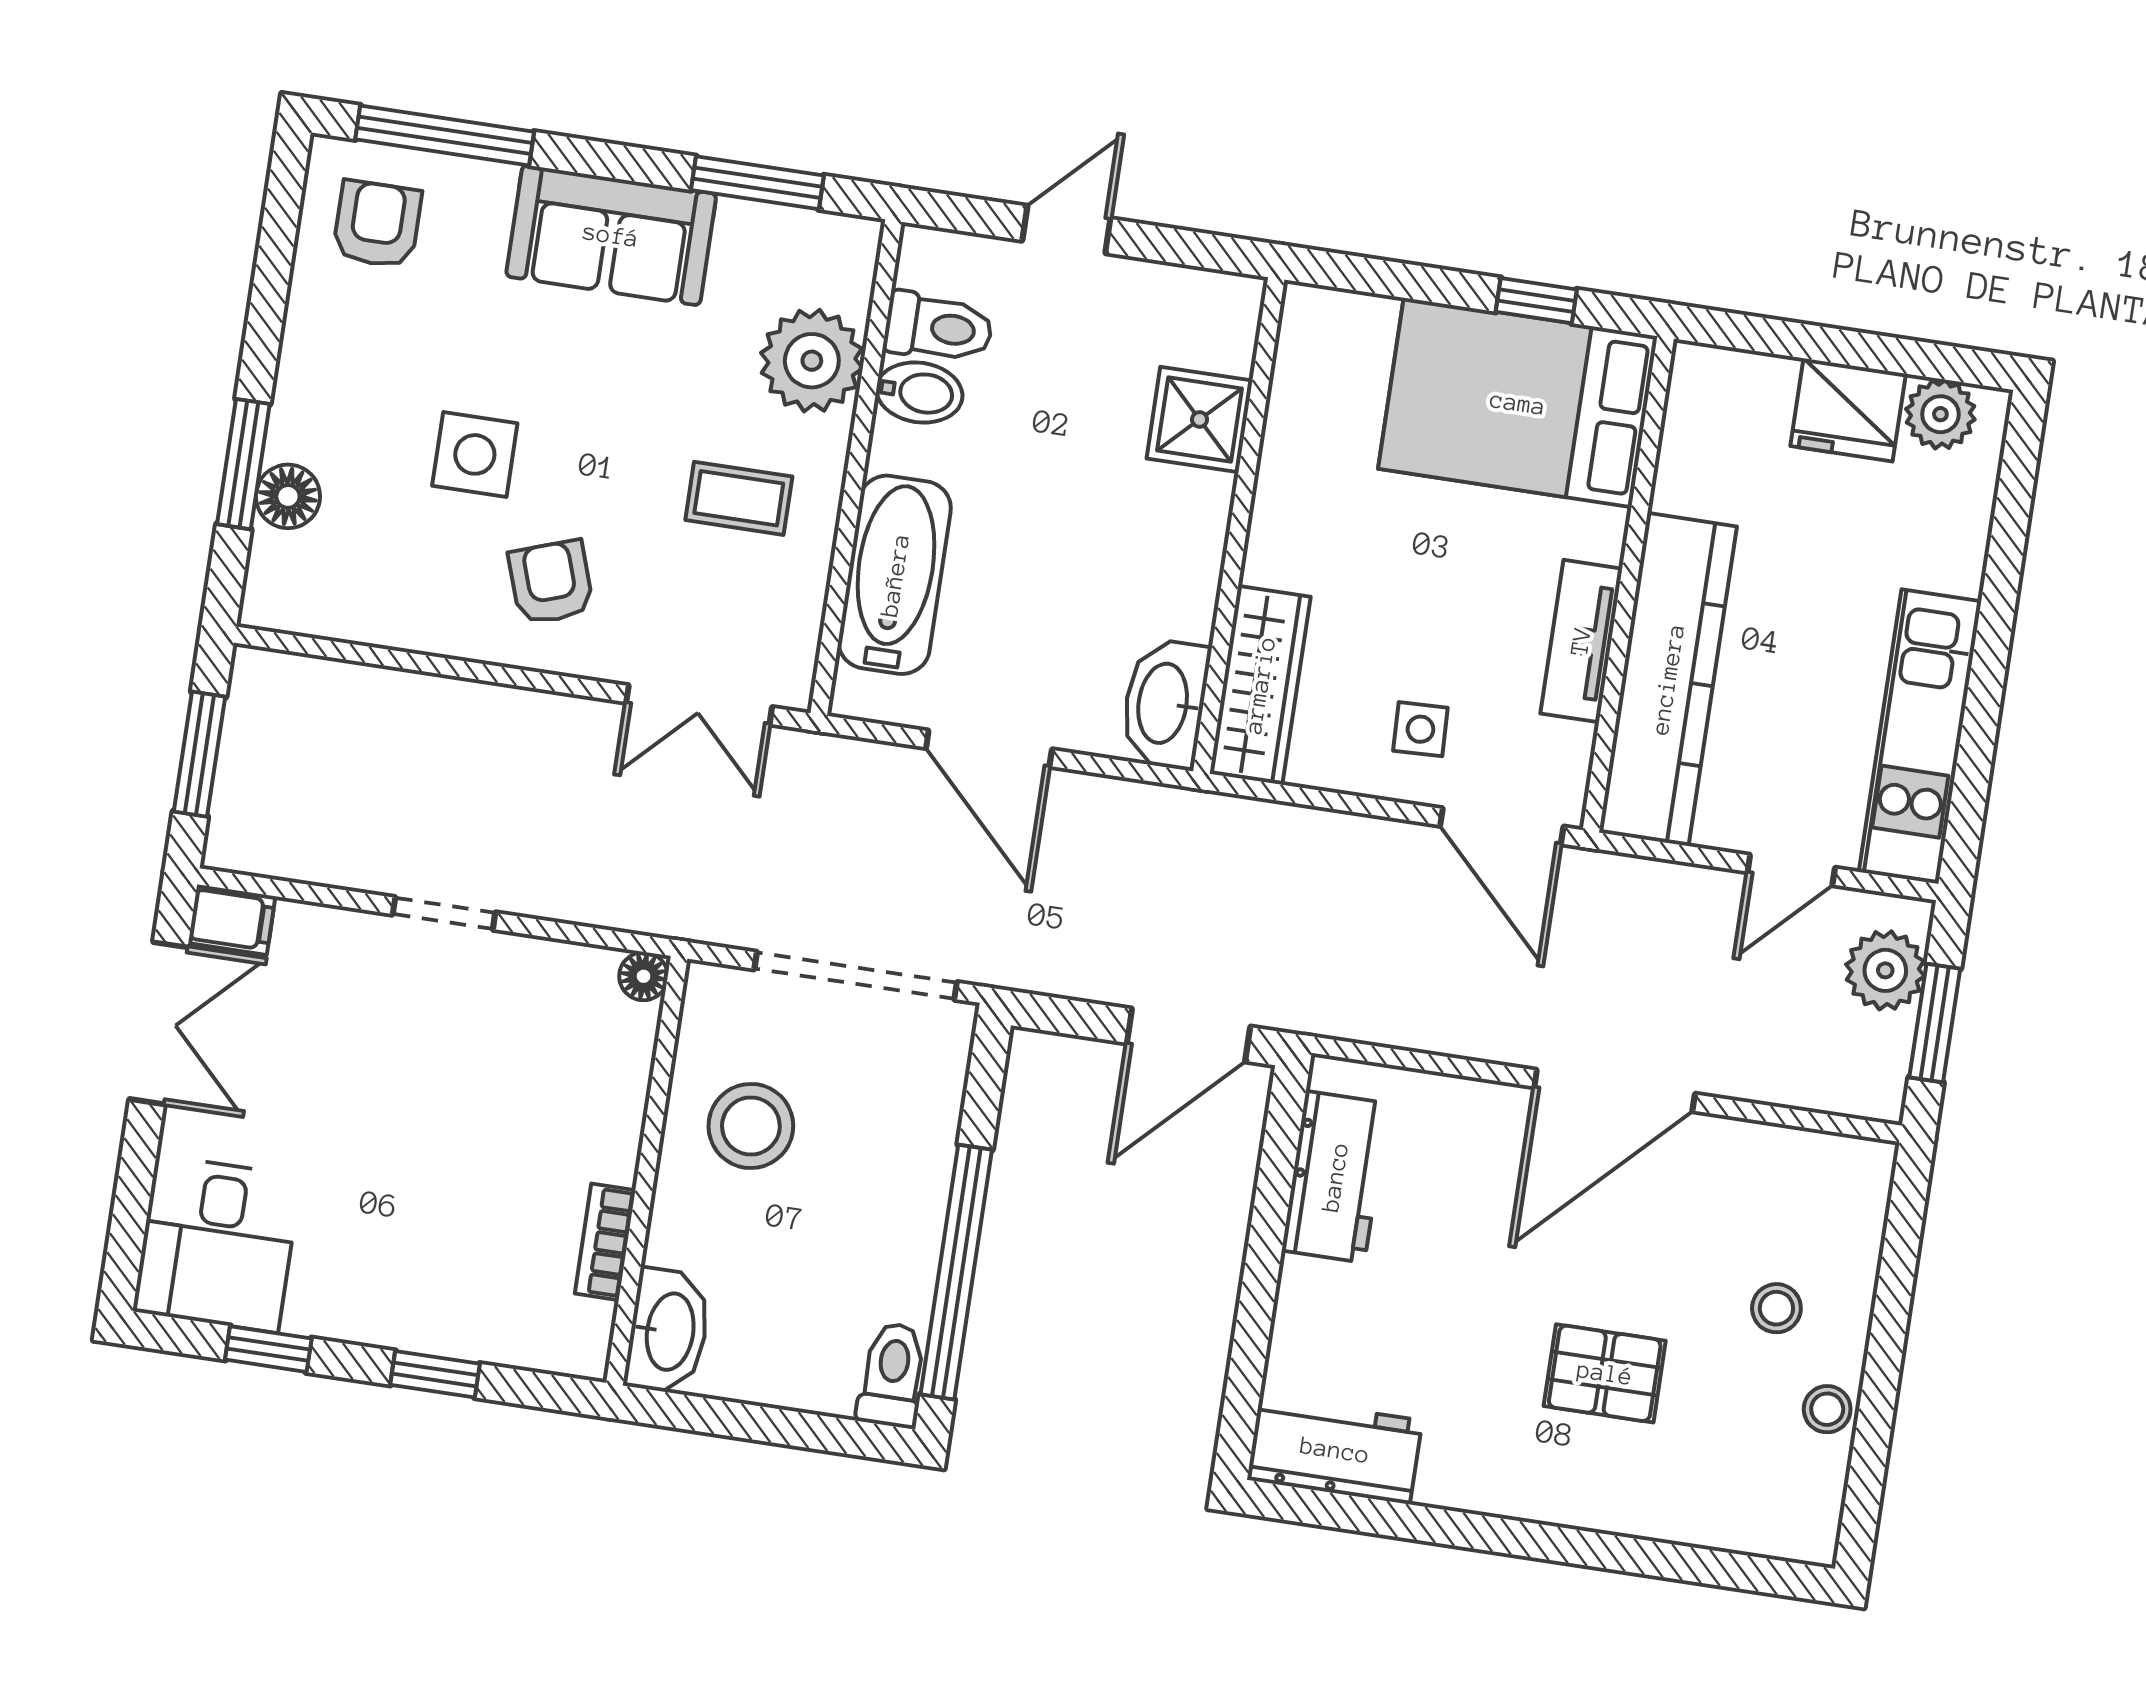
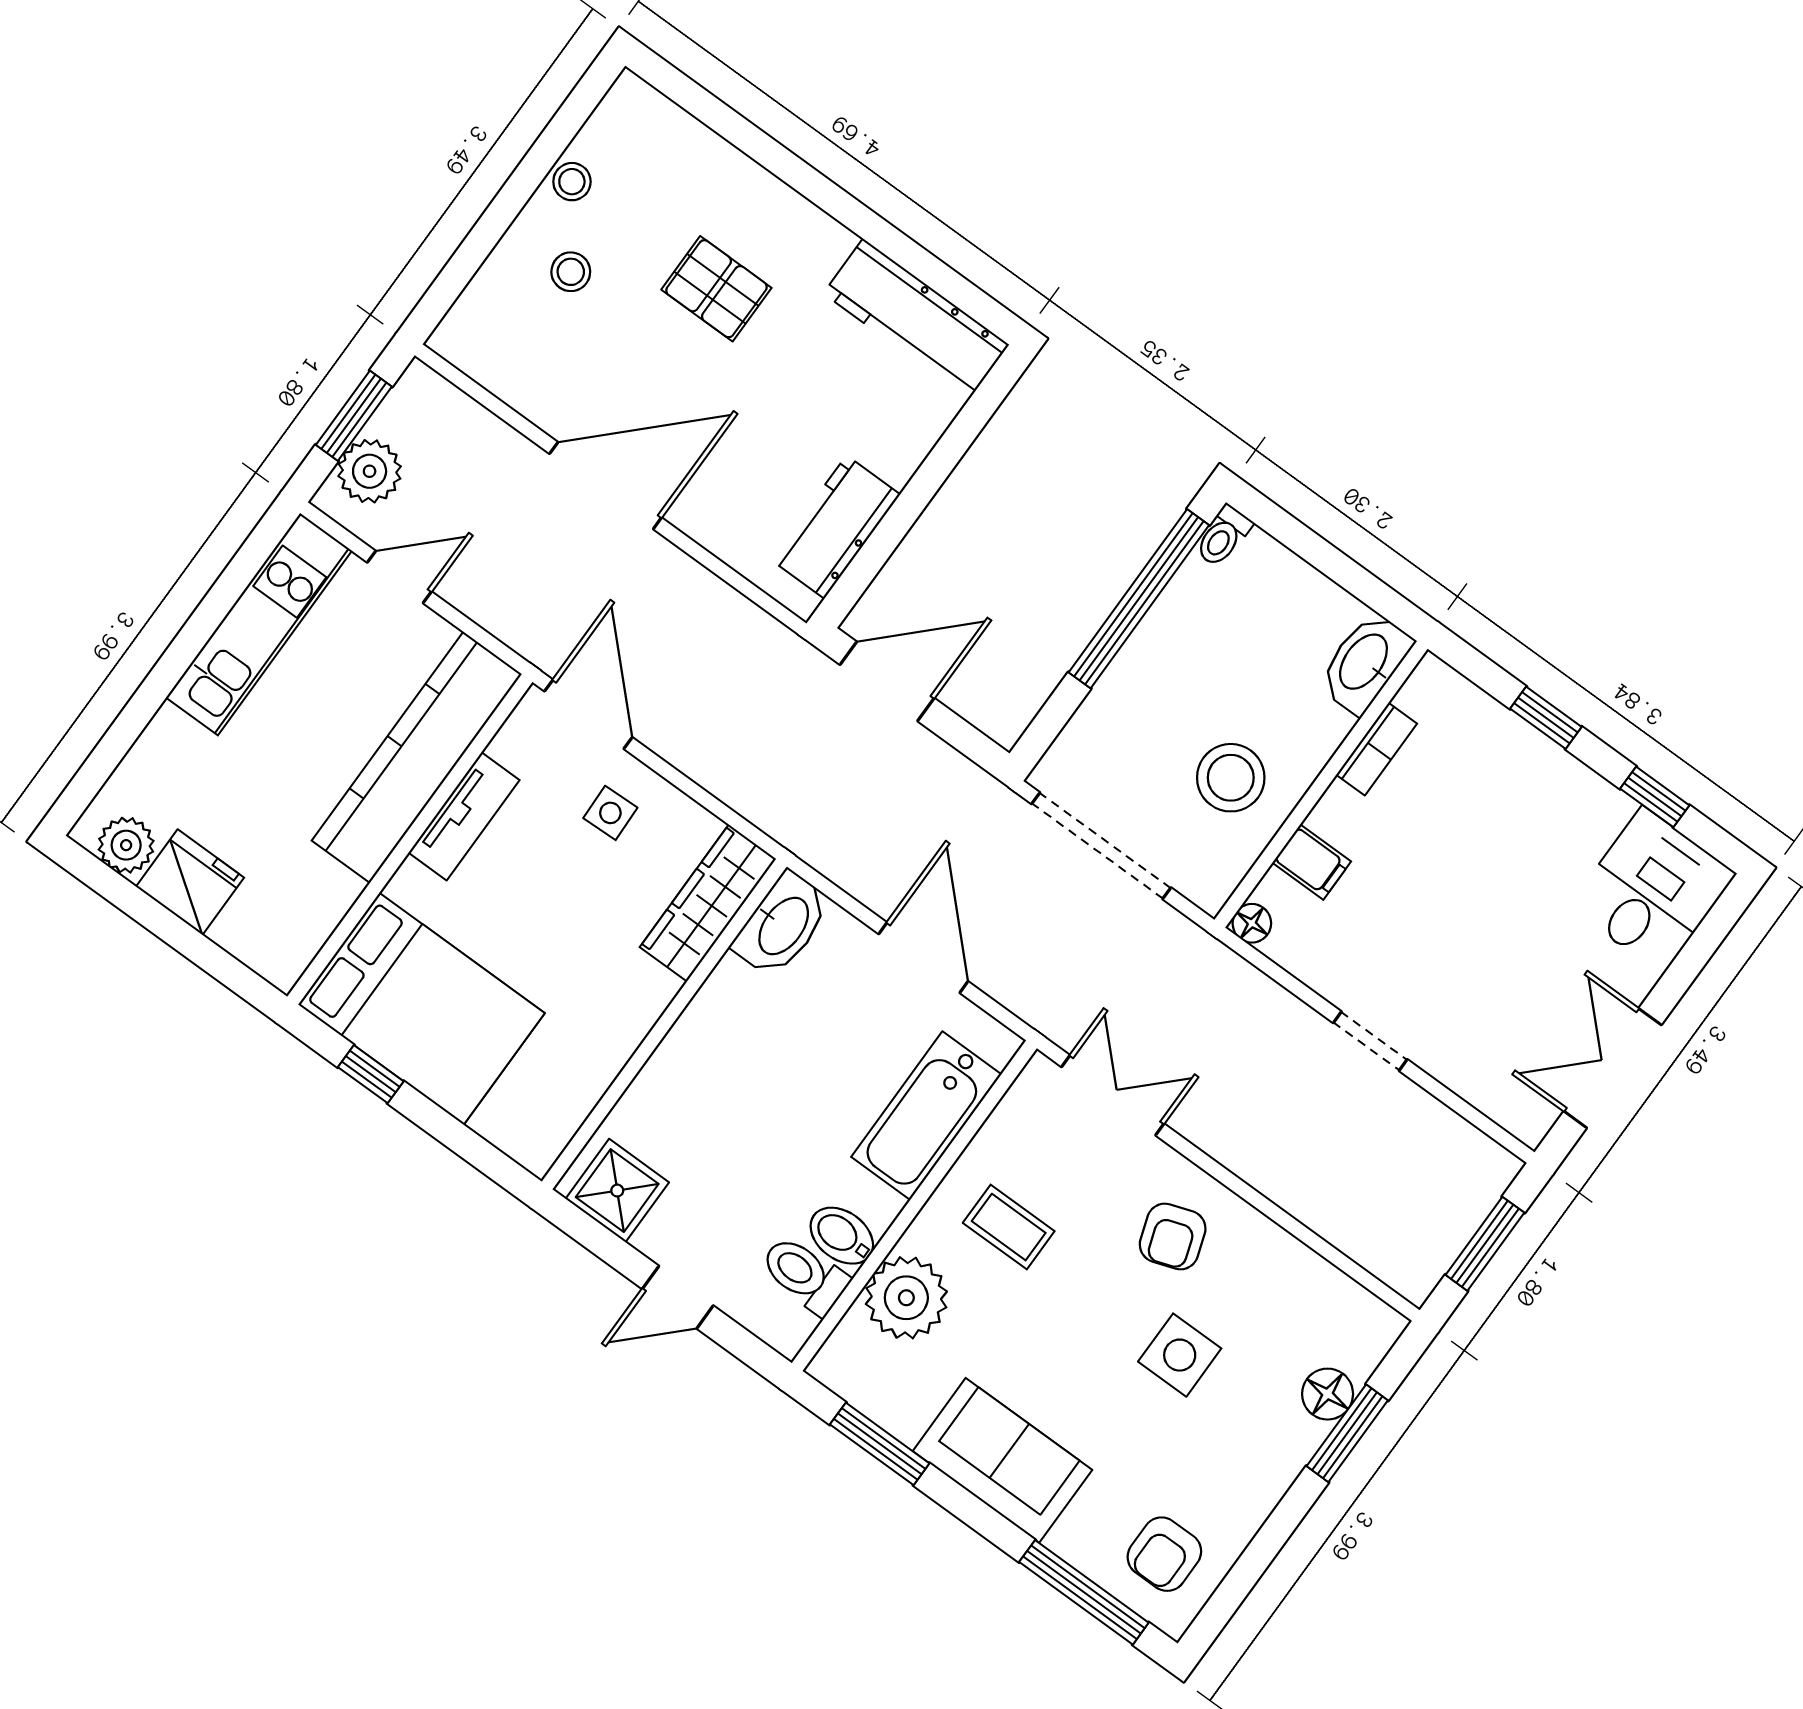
shower: (1200, 419) -> (617, 1191), moved
filing cabinet: (232, 920) -> (1312, 862), moved, turned 180
toilet: (892, 1375) -> (1223, 536), width x0.73, depth x0.72
workbench: (1335, 1450) -> (916, 319), width x1.38

